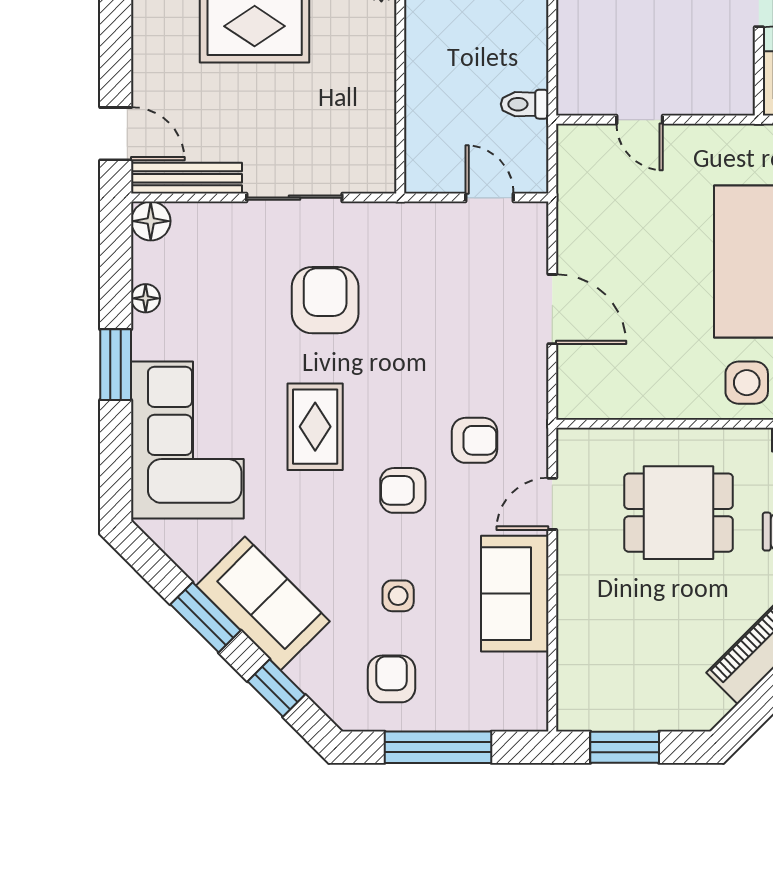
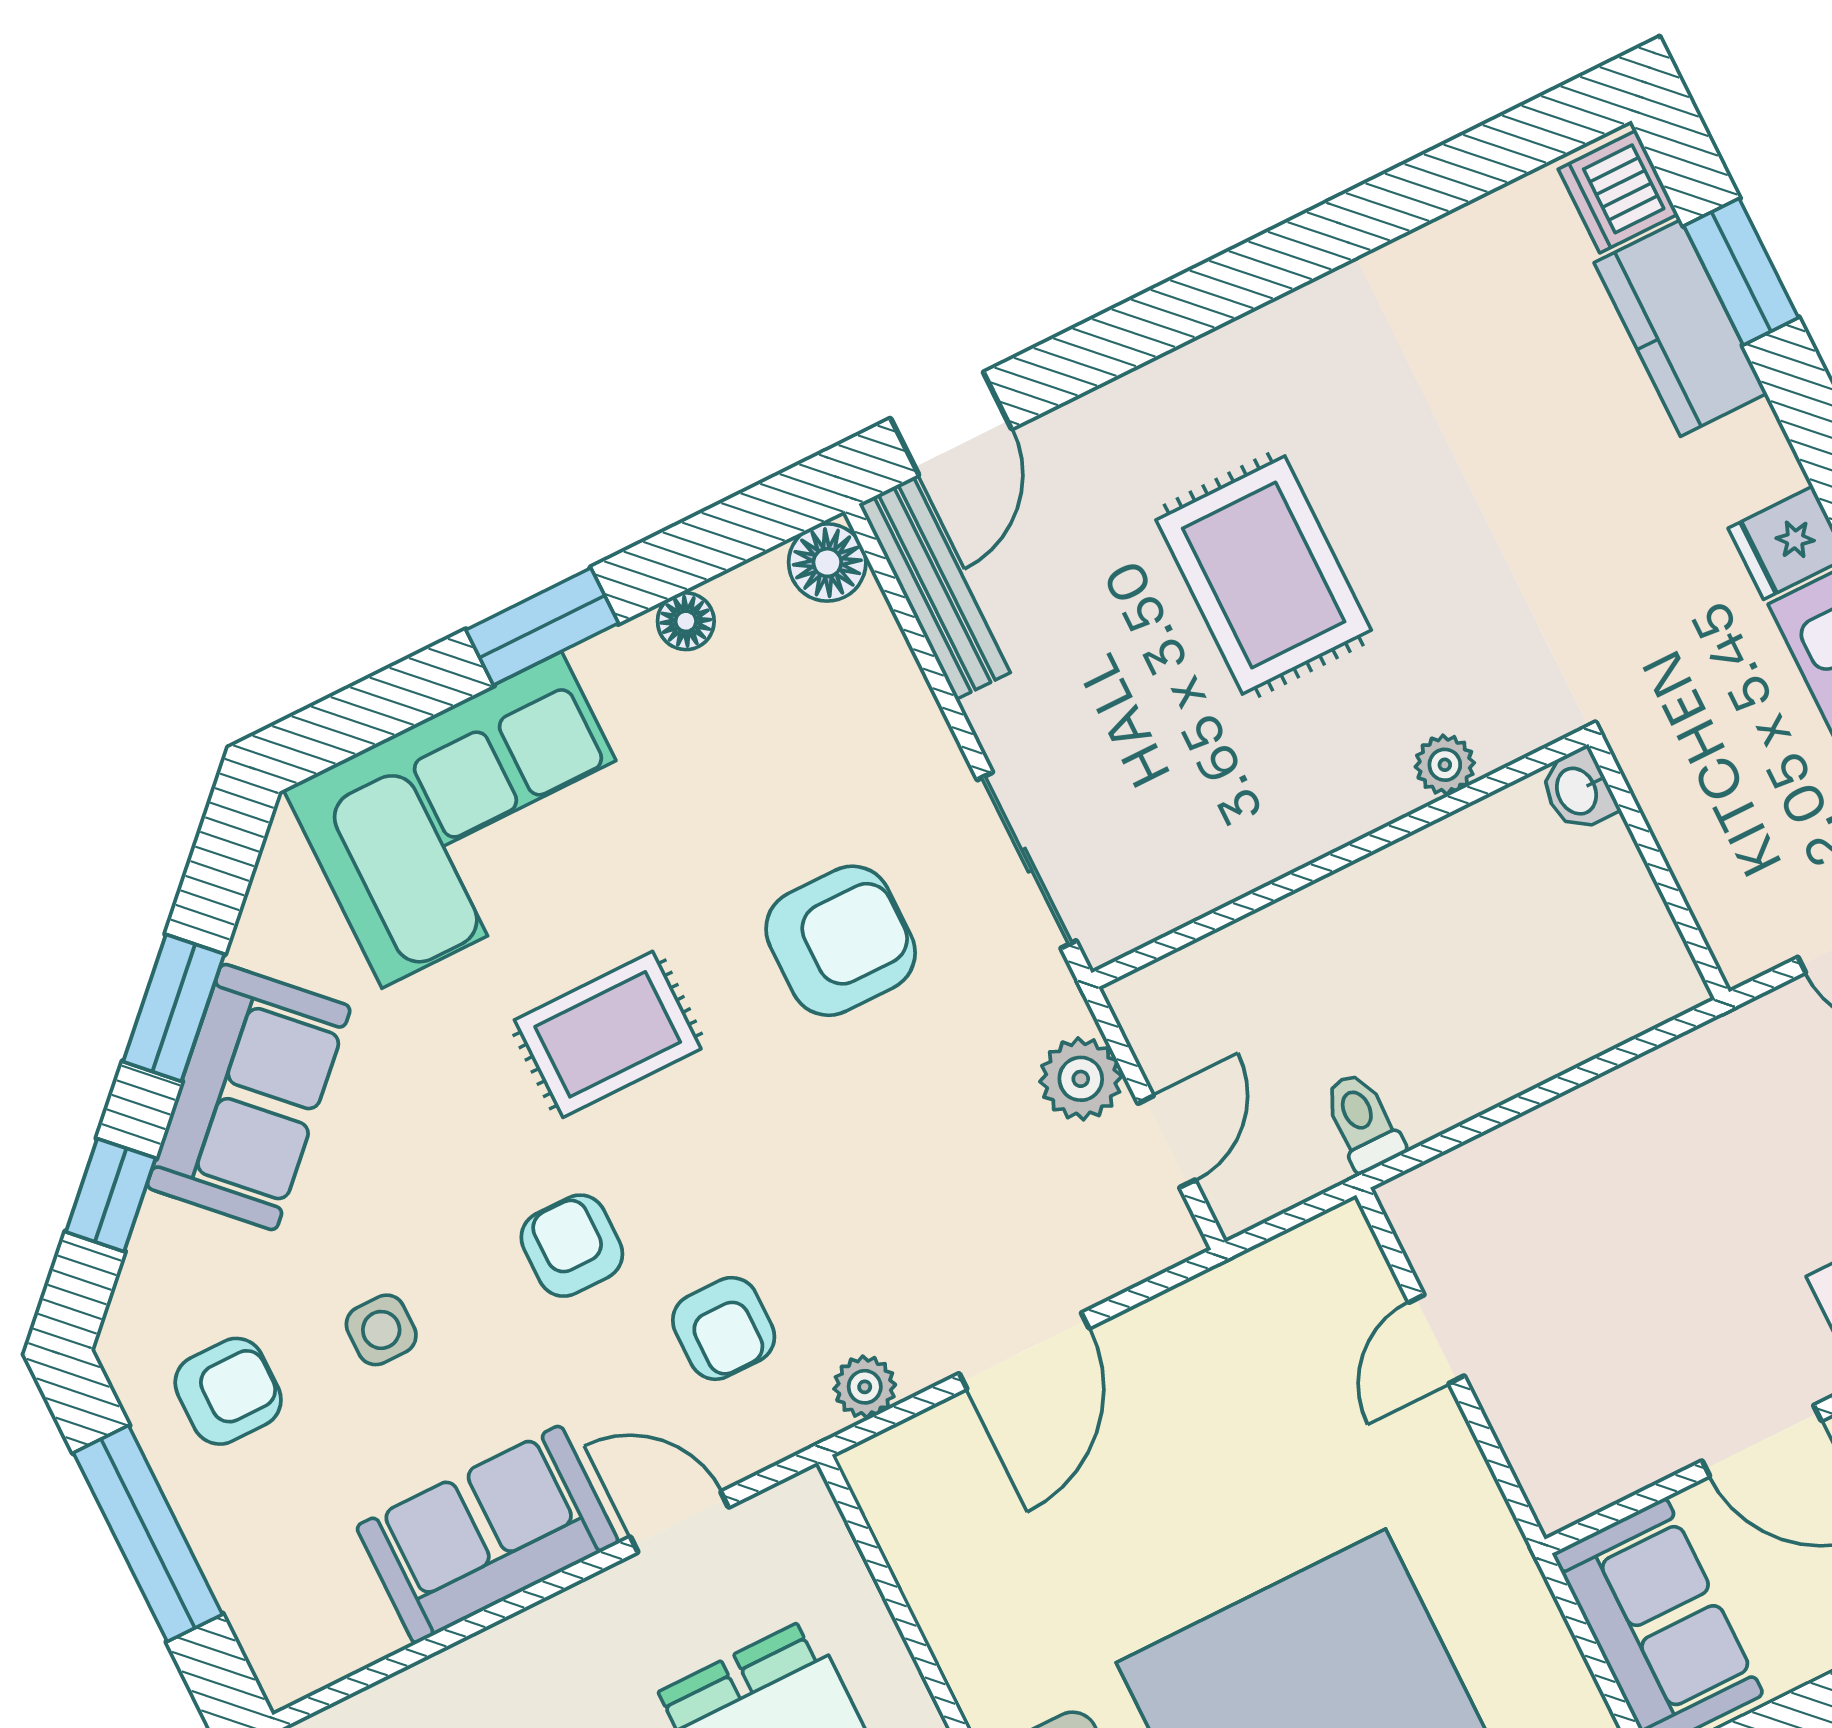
sliding door: (294, 198) -> (1027, 860), moved
plant: (442, 222) -> (1081, 1079), added
plant: (533, 389) -> (865, 1387), added

